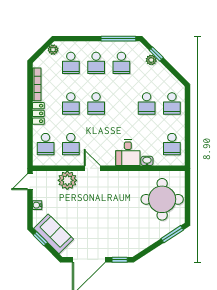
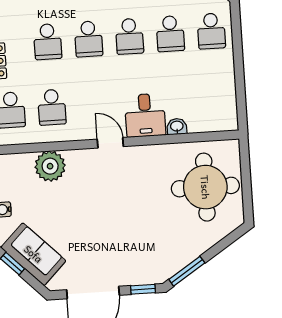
school desk: (172, 144) -> (129, 36), moved
door: (92, 168) -> (110, 143), moved
window: (172, 234) -> (187, 271), moved

